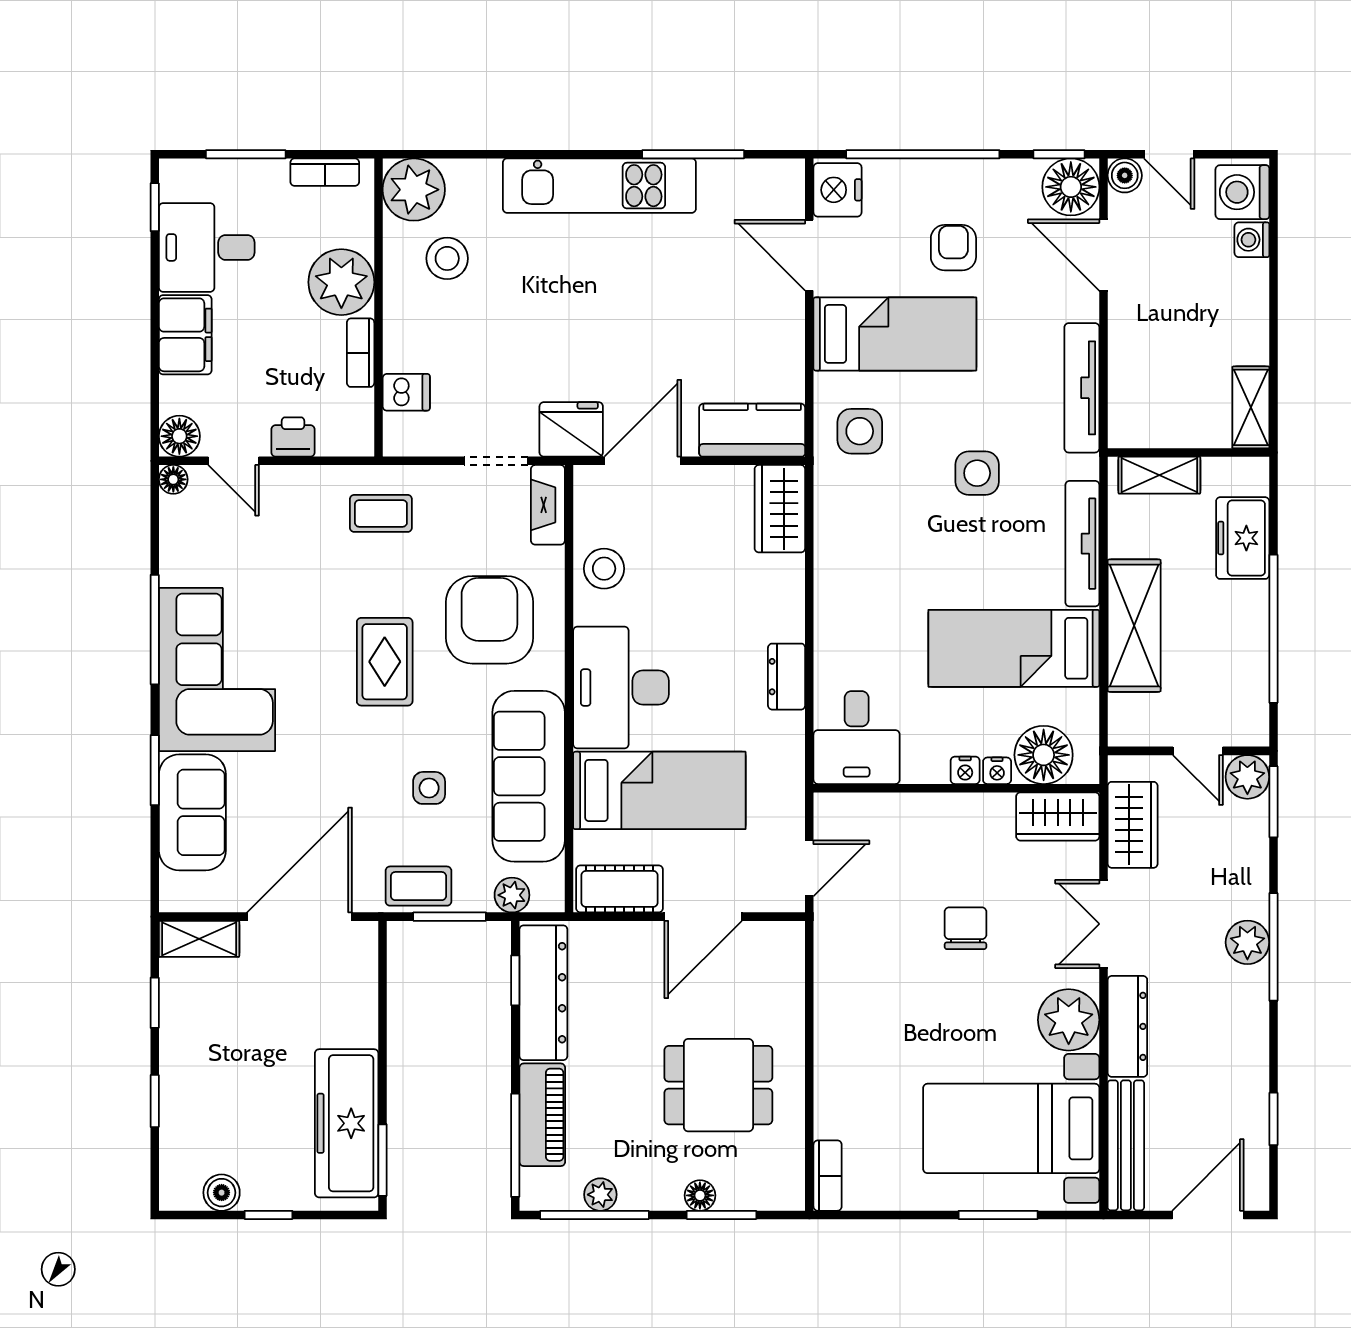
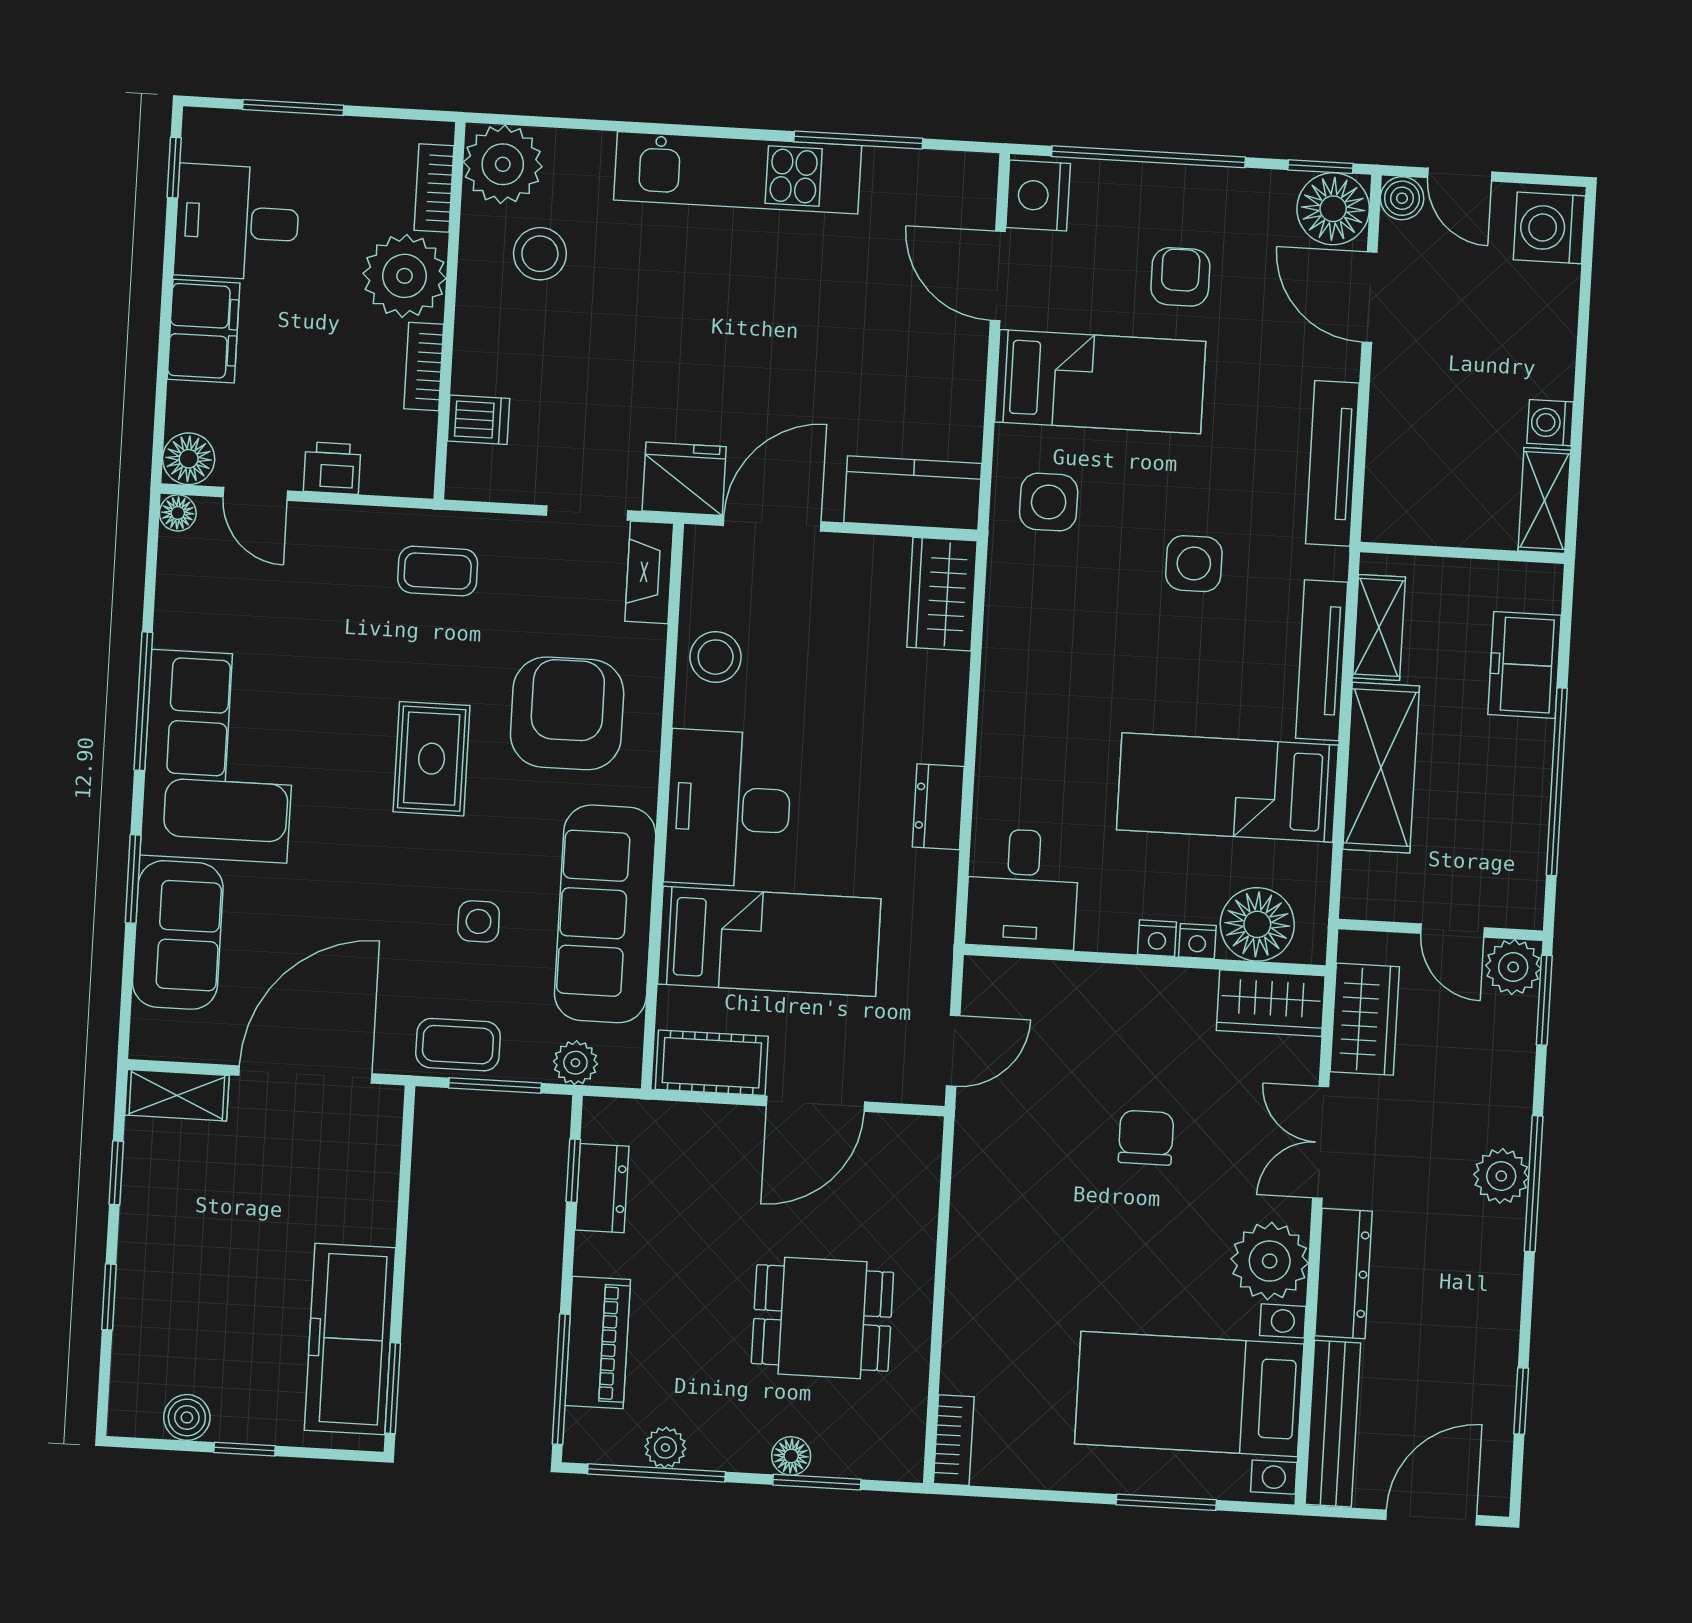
bookcase: (325, 172) -> (434, 188), moved, turned 90
washing machine: (1252, 240) -> (1550, 423), moved
shelving: (1159, 475) -> (1379, 627), moved, turned 90
dresser: (543, 993) -> (602, 1188), width x0.51, depth x0.80

